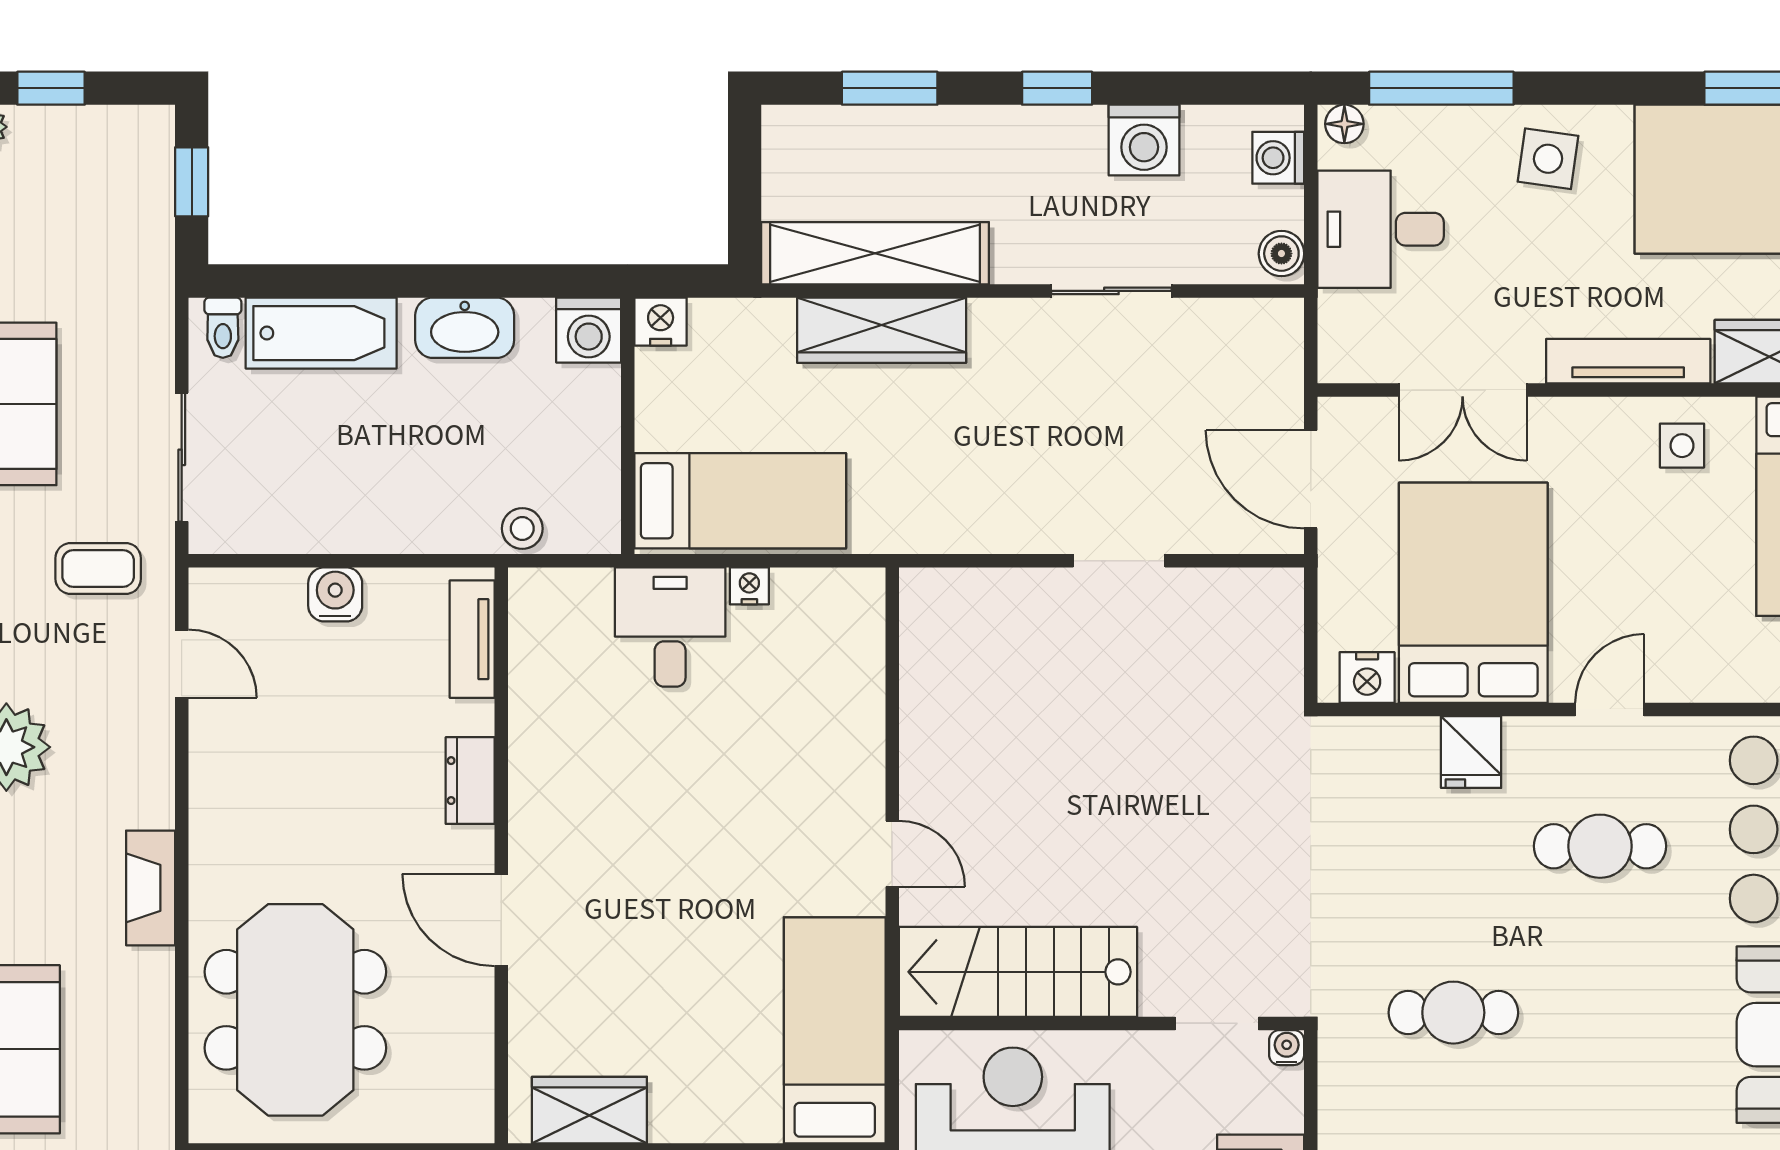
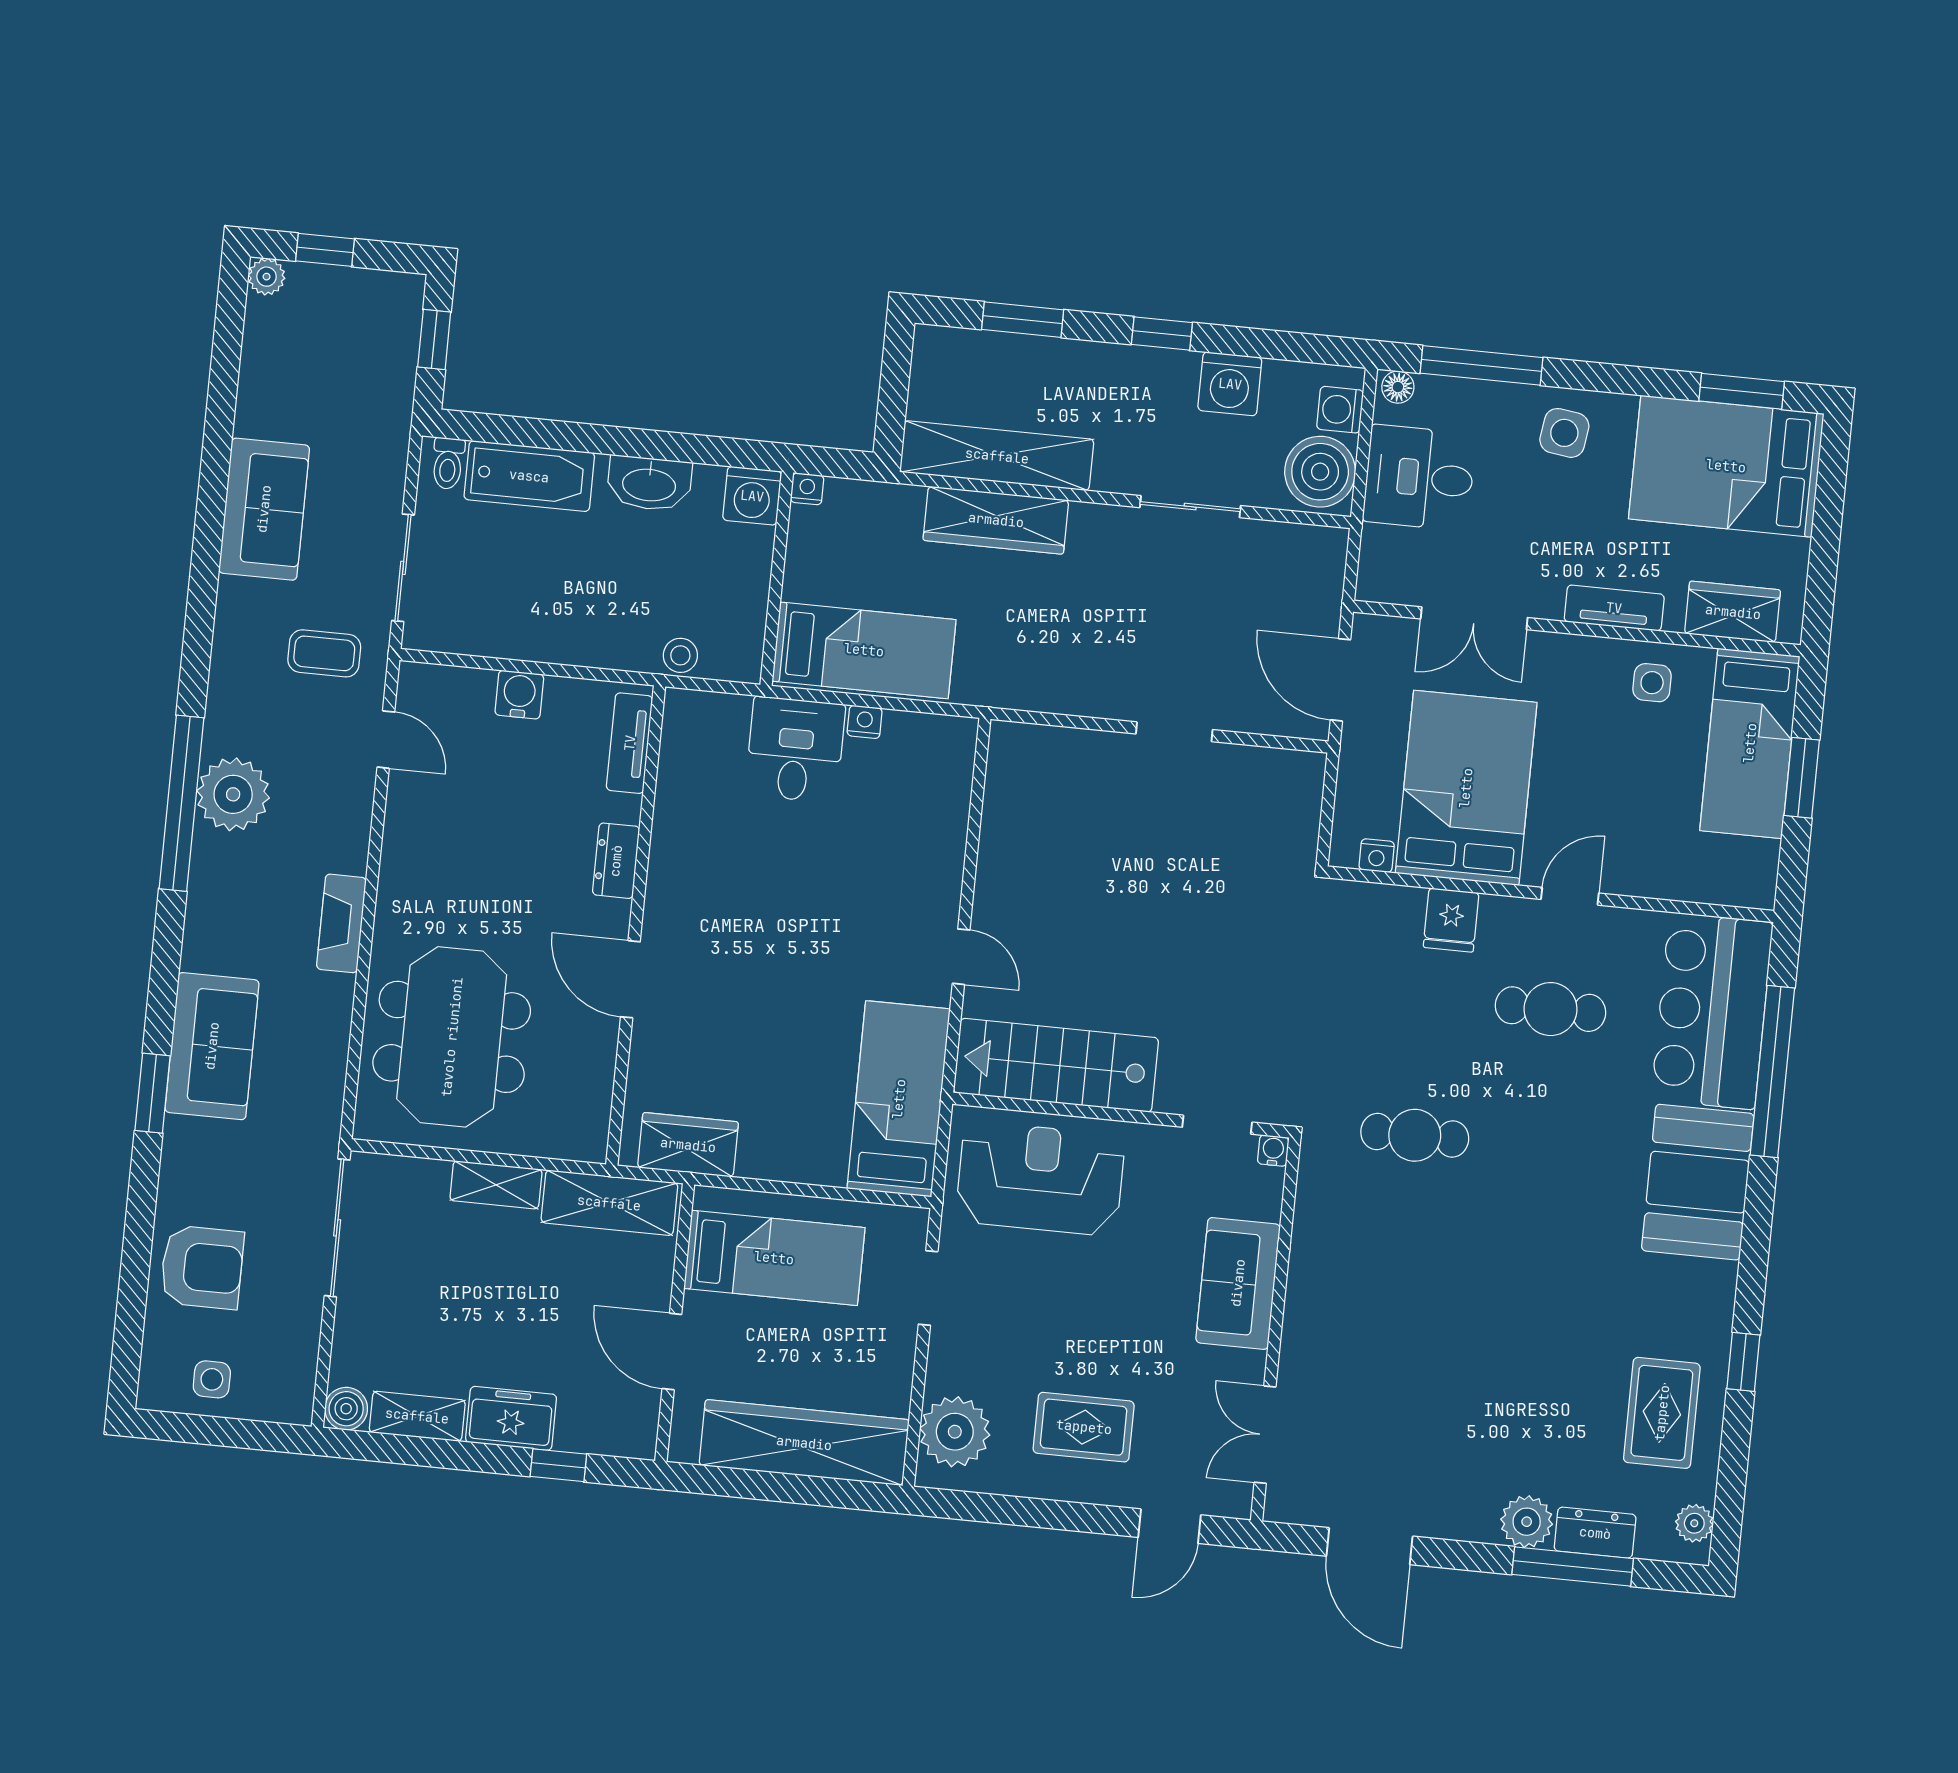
boiler: (1281, 254) -> (1320, 472), width x1.86, depth x1.86
nightstand: (661, 322) -> (807, 489), width x0.72, depth x0.74
tv unit: (1628, 361) -> (1614, 608), width x0.71
nightstand: (1367, 678) -> (1377, 856), width x0.72, depth x0.74

